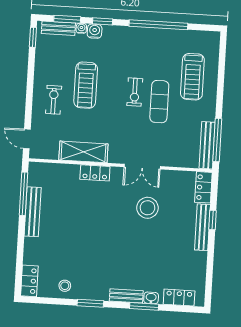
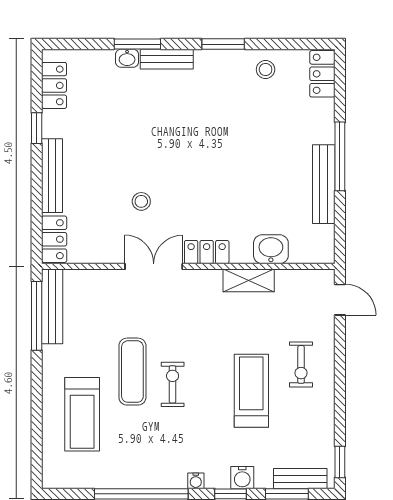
water cooler: (81, 28) -> (196, 481), moved
treadmill: (192, 77) -> (82, 414), turned 180
shelving: (83, 152) -> (249, 280), width x0.67, depth x0.75
washbasin: (68, 173) -> (271, 249), added
locker: (95, 173) -> (207, 252), moved
window: (24, 194) -> (340, 156), moved
stool: (147, 208) -> (141, 201), width x0.53, depth x0.53
window: (213, 220) -> (37, 128), moved
locker: (179, 298) -> (54, 85), moved, turned -90

